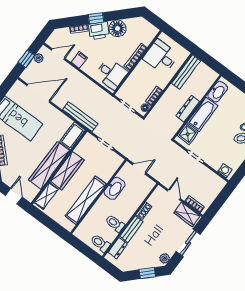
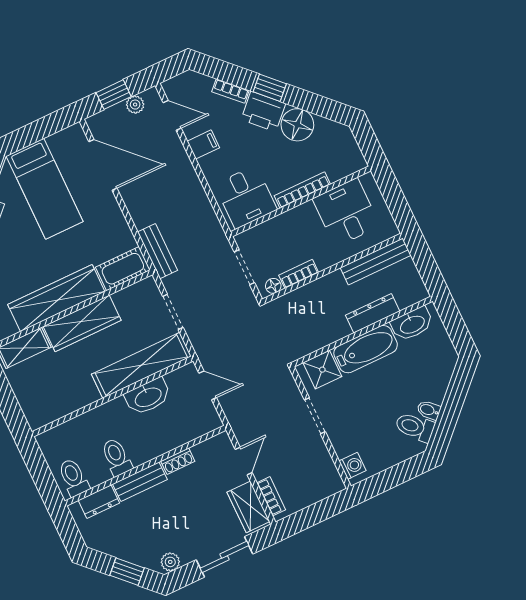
dresser: (188, 109) -> (373, 313), moved
bench: (80, 117) -> (158, 251), width x0.73
shelving: (86, 200) -> (141, 365), moved

